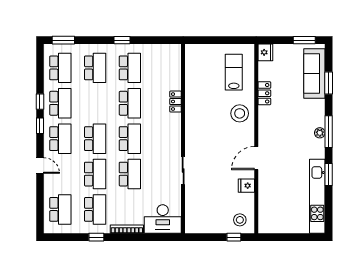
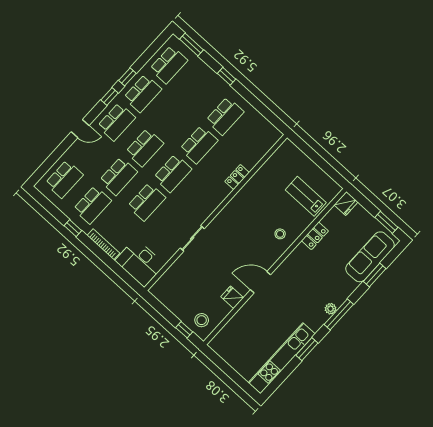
window: (122, 40) -> (226, 76), moved
school desk: (95, 68) -> (197, 90), removed
lab bench: (234, 72) -> (306, 196), turned -90
stool: (240, 113) -> (280, 234), width x0.53, depth x0.53
door: (40, 166) -> (80, 129), hinge flipped

